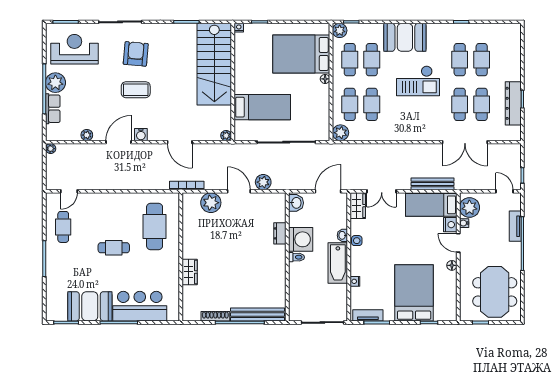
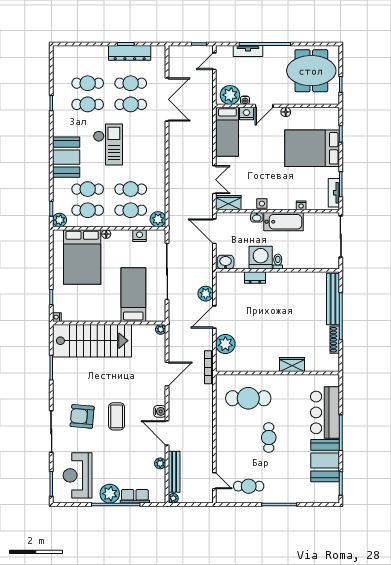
nightstand: (323, 114) -> (140, 236), added
bench: (432, 184) -> (174, 472), moved

